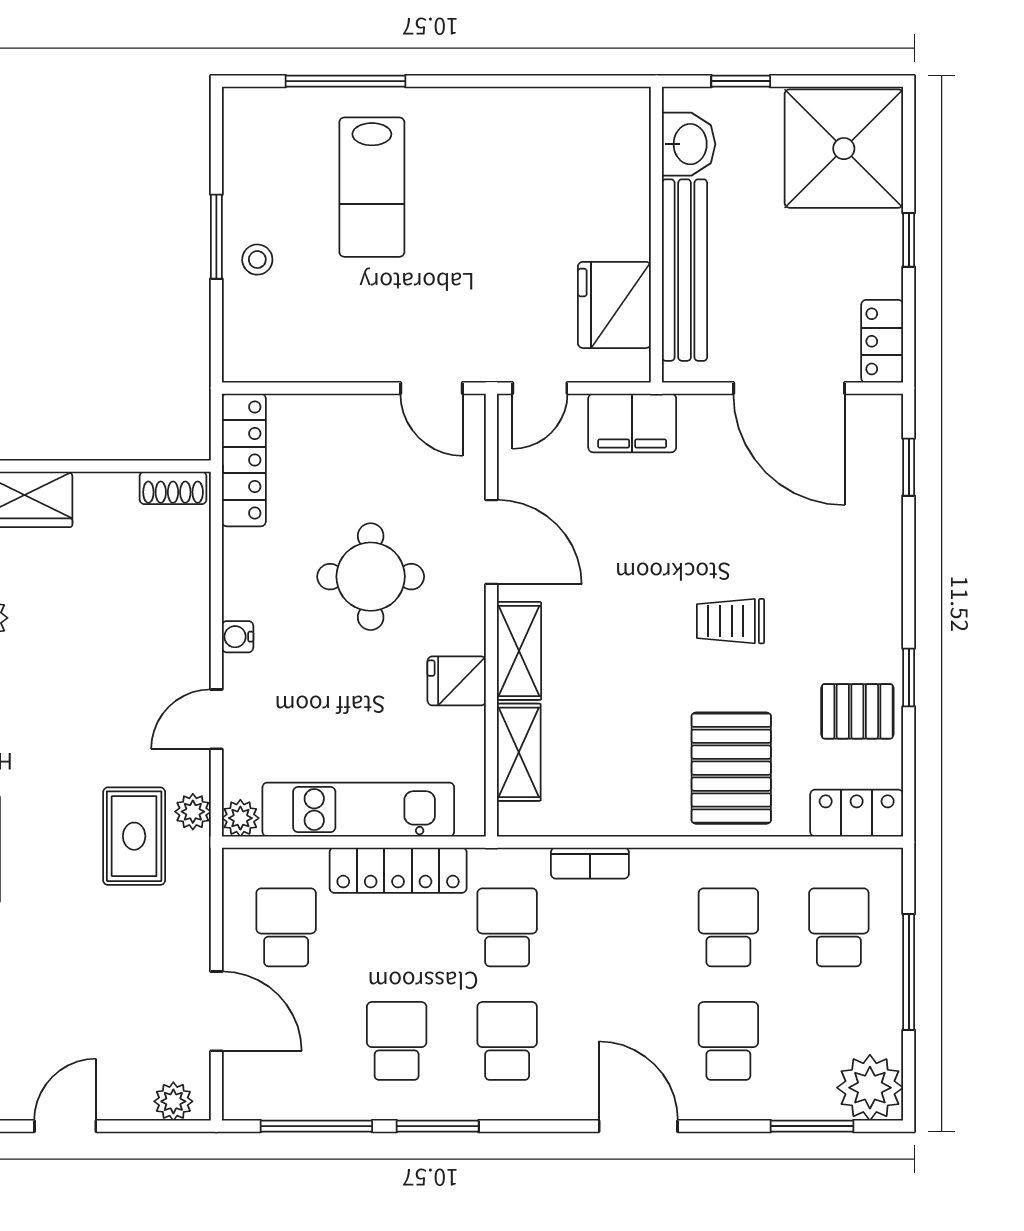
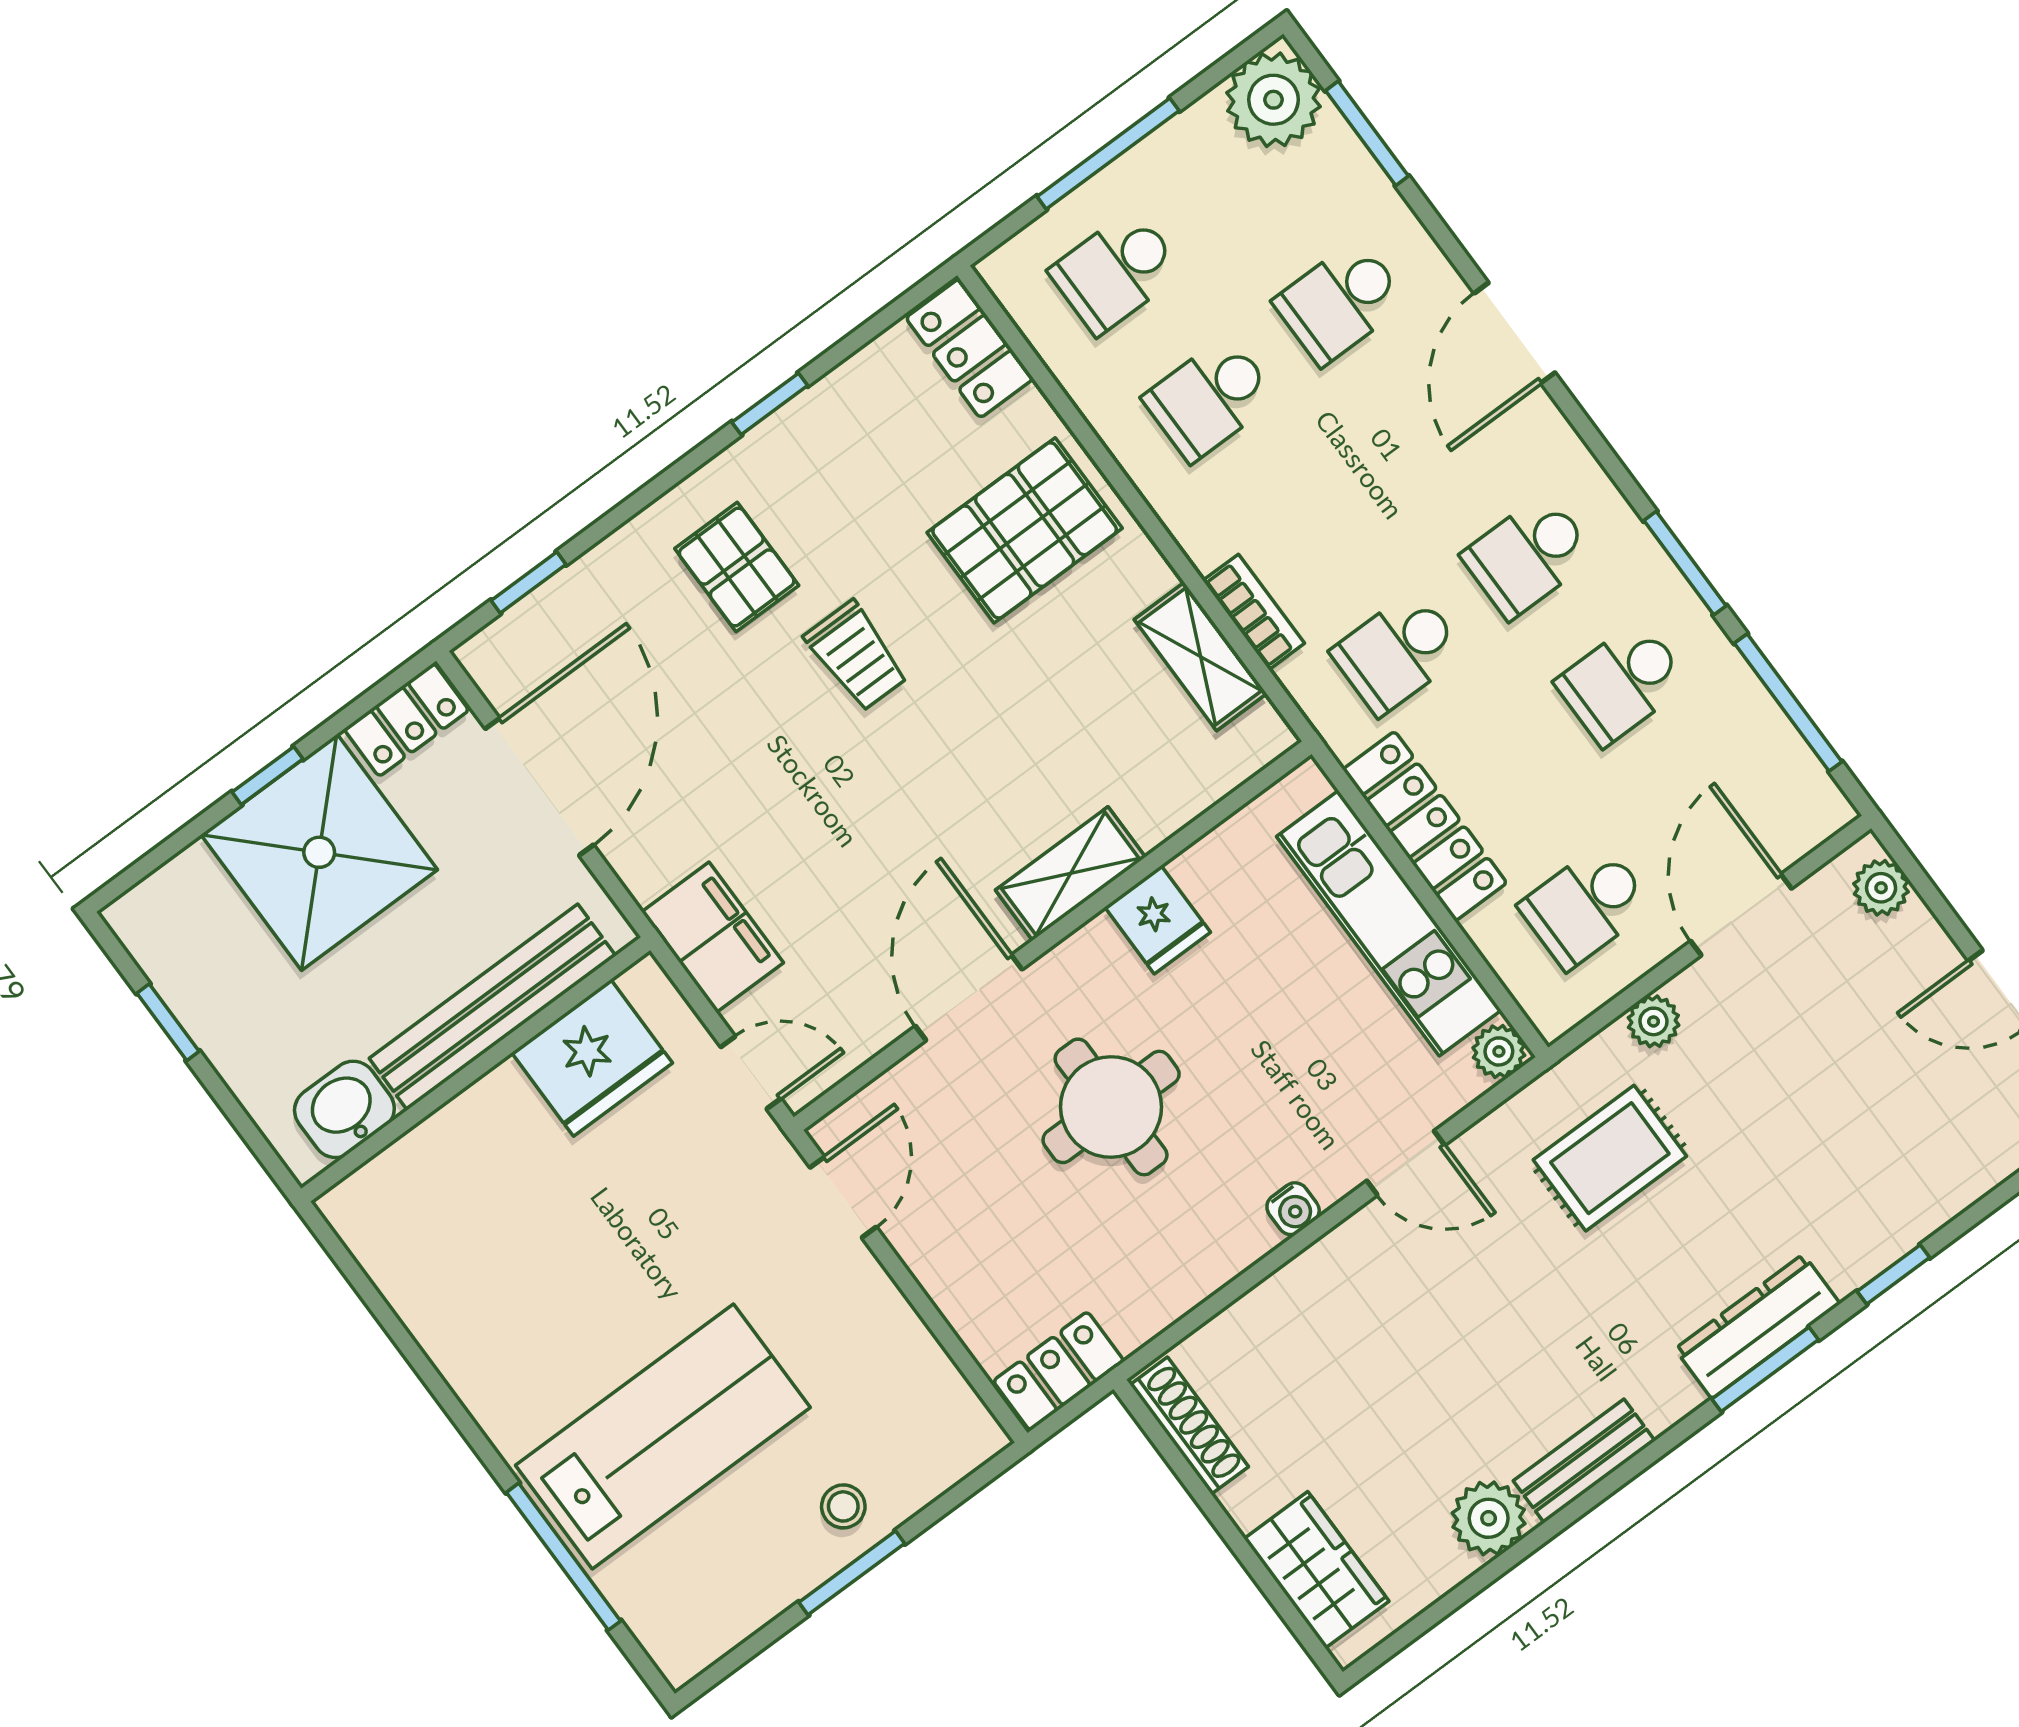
window: (741, 81) -> (168, 1022), moved
shower: (844, 149) -> (319, 852), moved
lab bench: (372, 187) -> (663, 1436), width x1.36, depth x1.39
locker: (244, 460) -> (1059, 1371), width x0.66
shoe rack: (173, 488) -> (1189, 1426), width x1.43
pallet: (857, 711) -> (737, 567), moved
shelving: (519, 752) -> (1201, 656), moved, turned 90
plant: (193, 812) -> (1653, 1021), moved

